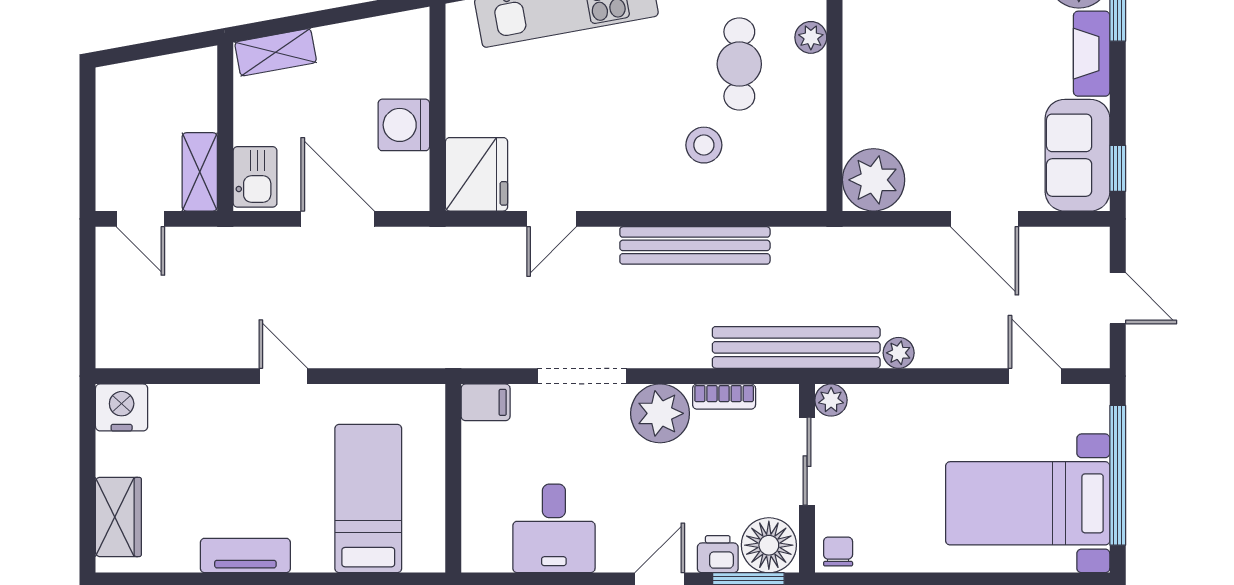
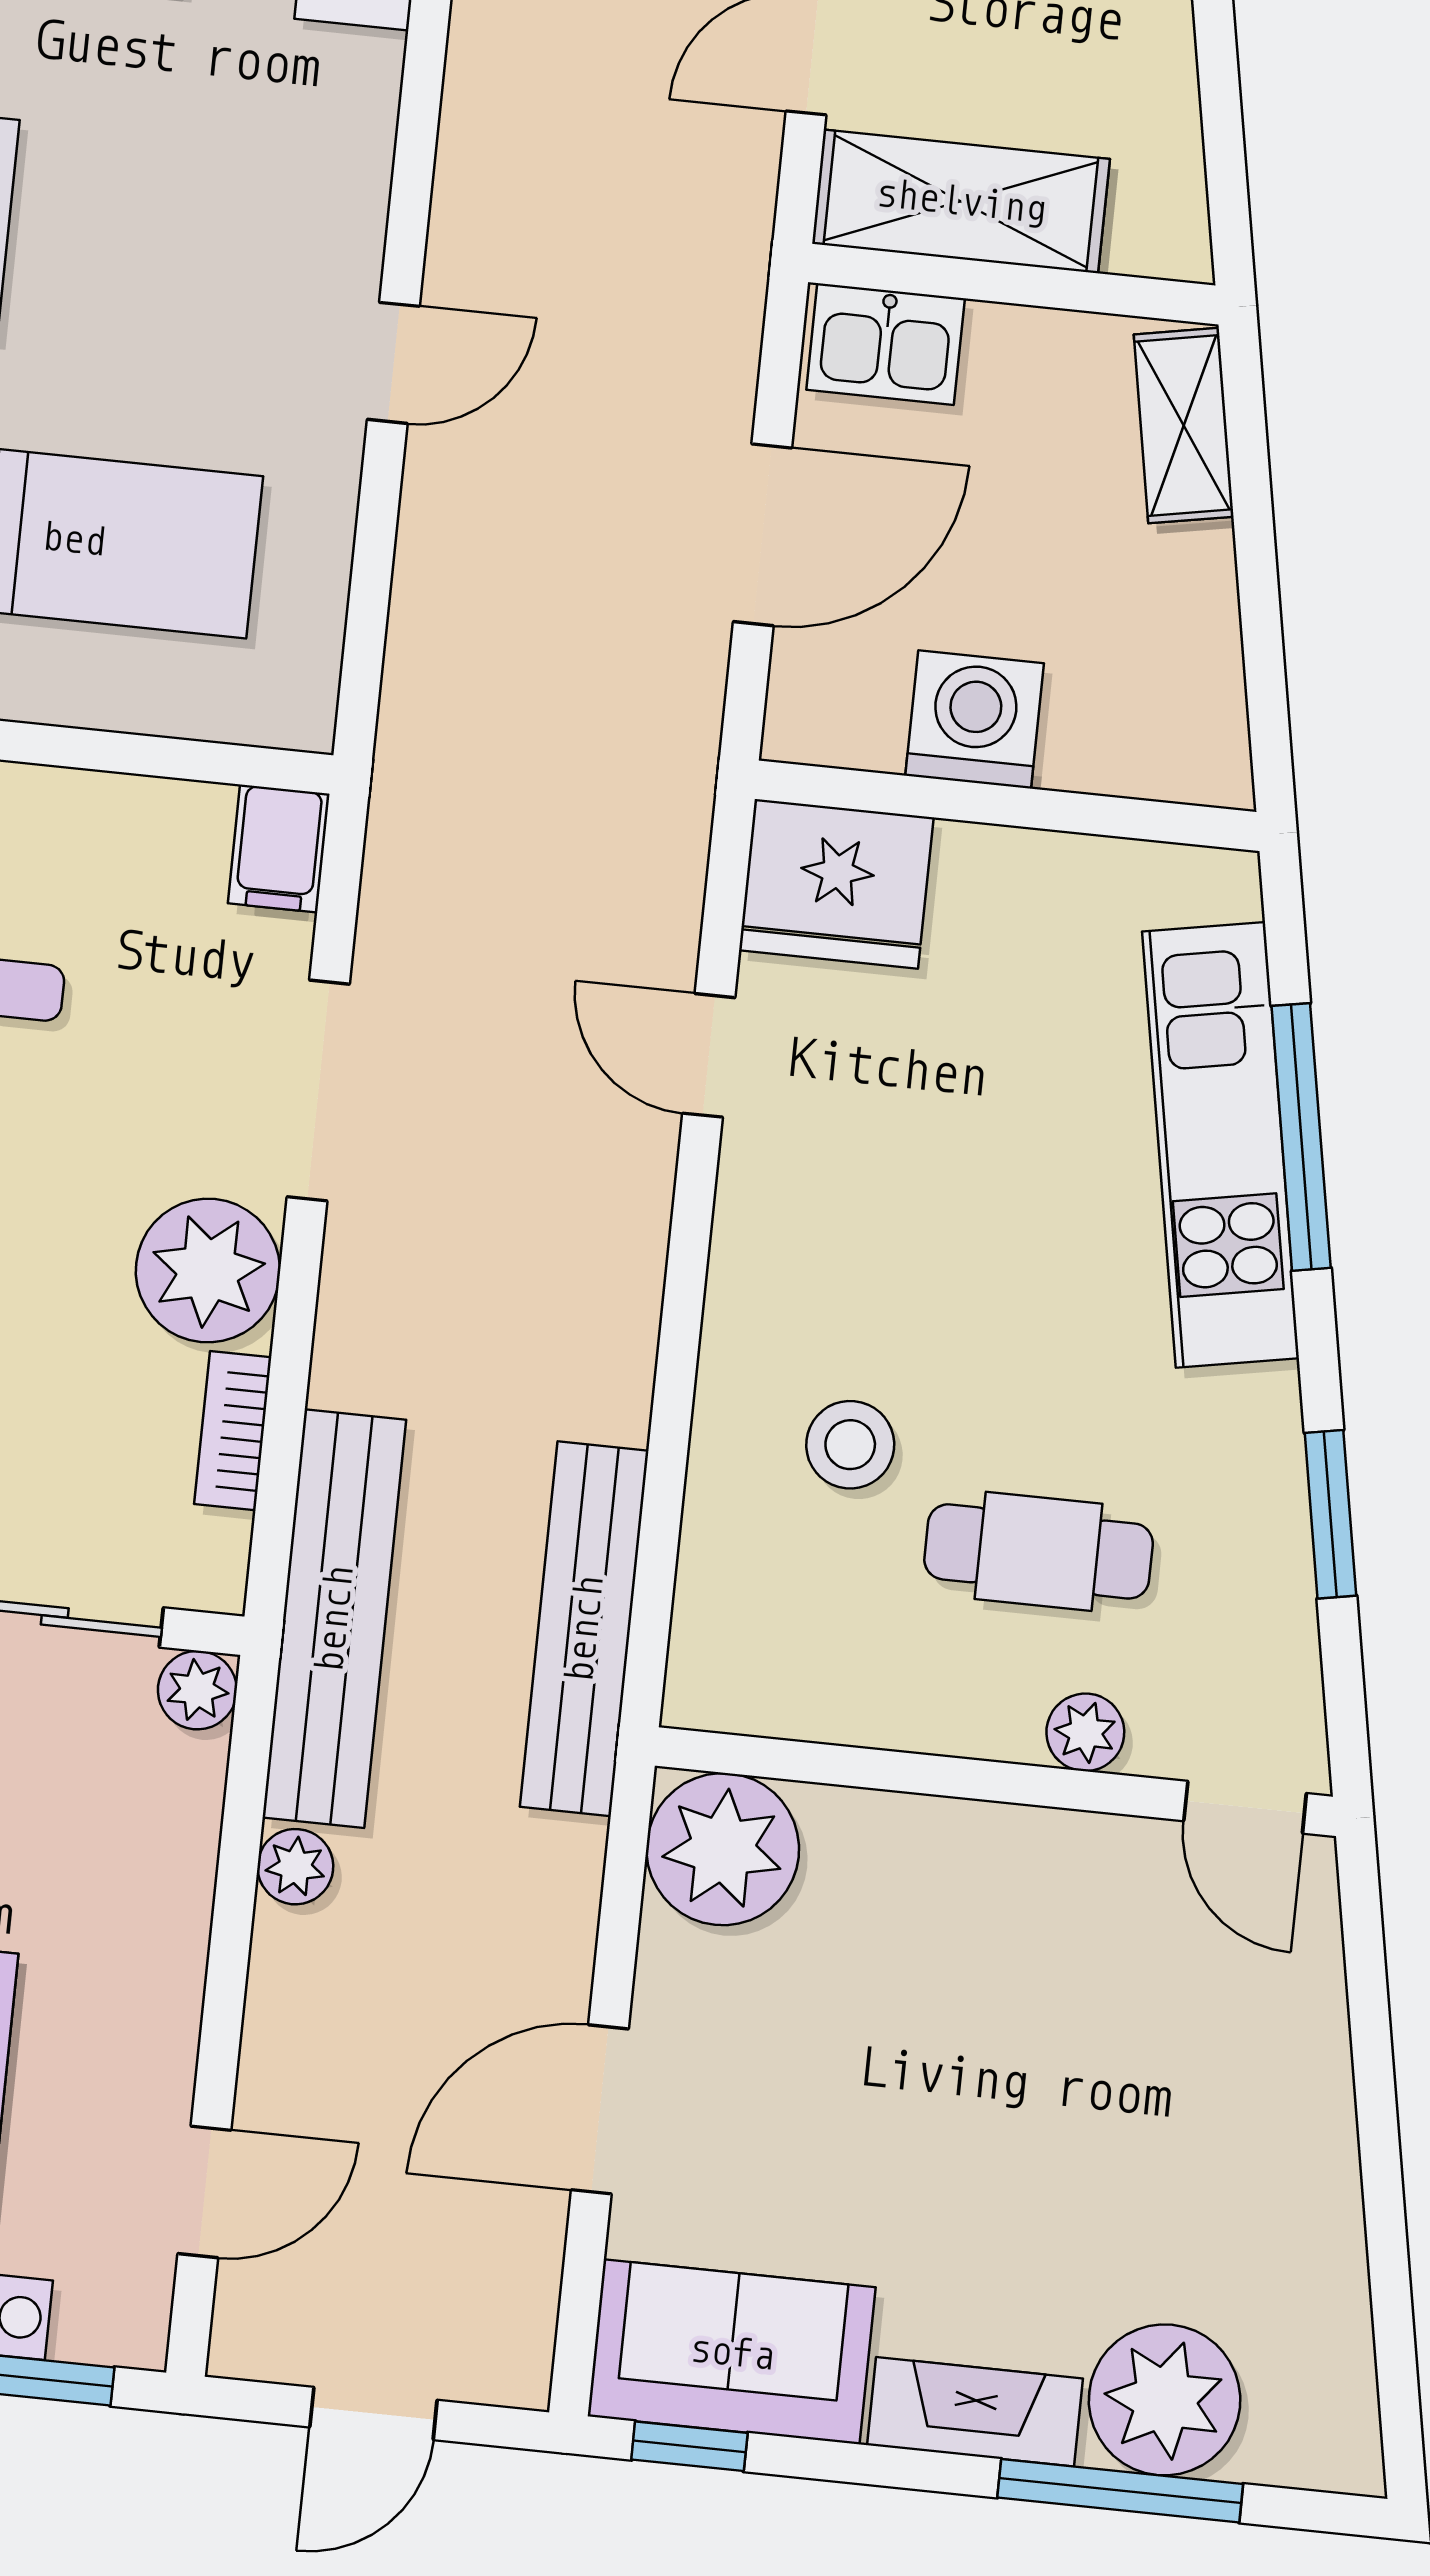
shelving: (200, 172) -> (961, 201), width x1.50, depth x1.33
bench: (695, 245) -> (584, 1629), moved

